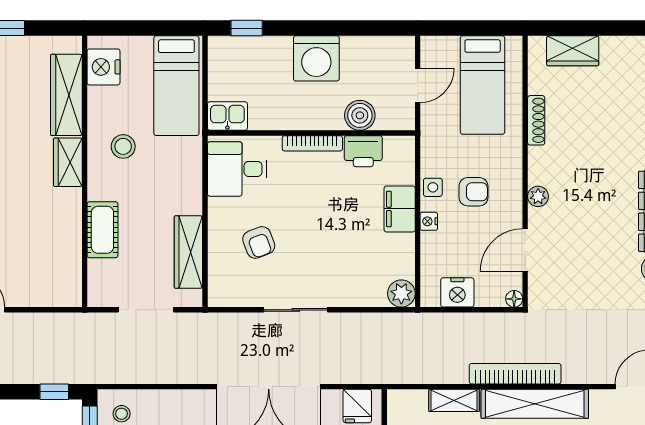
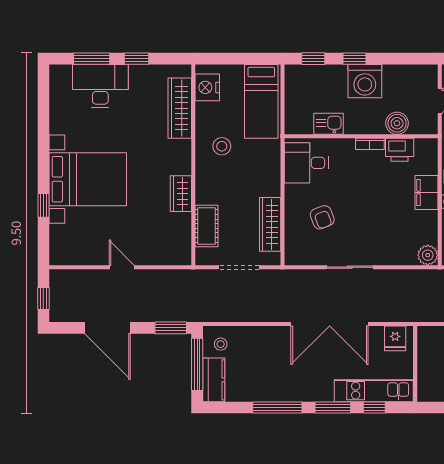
window: (302, 28) -> (354, 59), added
kitchen sink: (227, 116) -> (328, 124), moved
bookcase: (312, 143) -> (370, 144), width x0.64
wardrobe: (68, 162) -> (181, 194), moved
cot: (102, 230) -> (207, 226), moved
window: (54, 392) -> (171, 328), width x1.50

